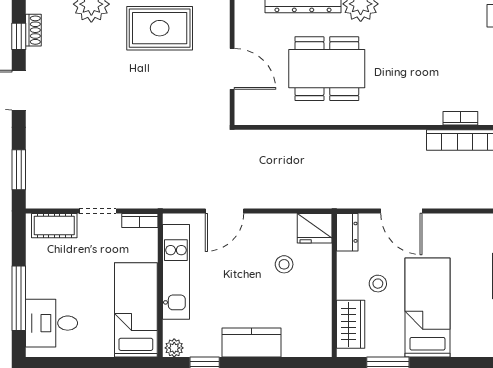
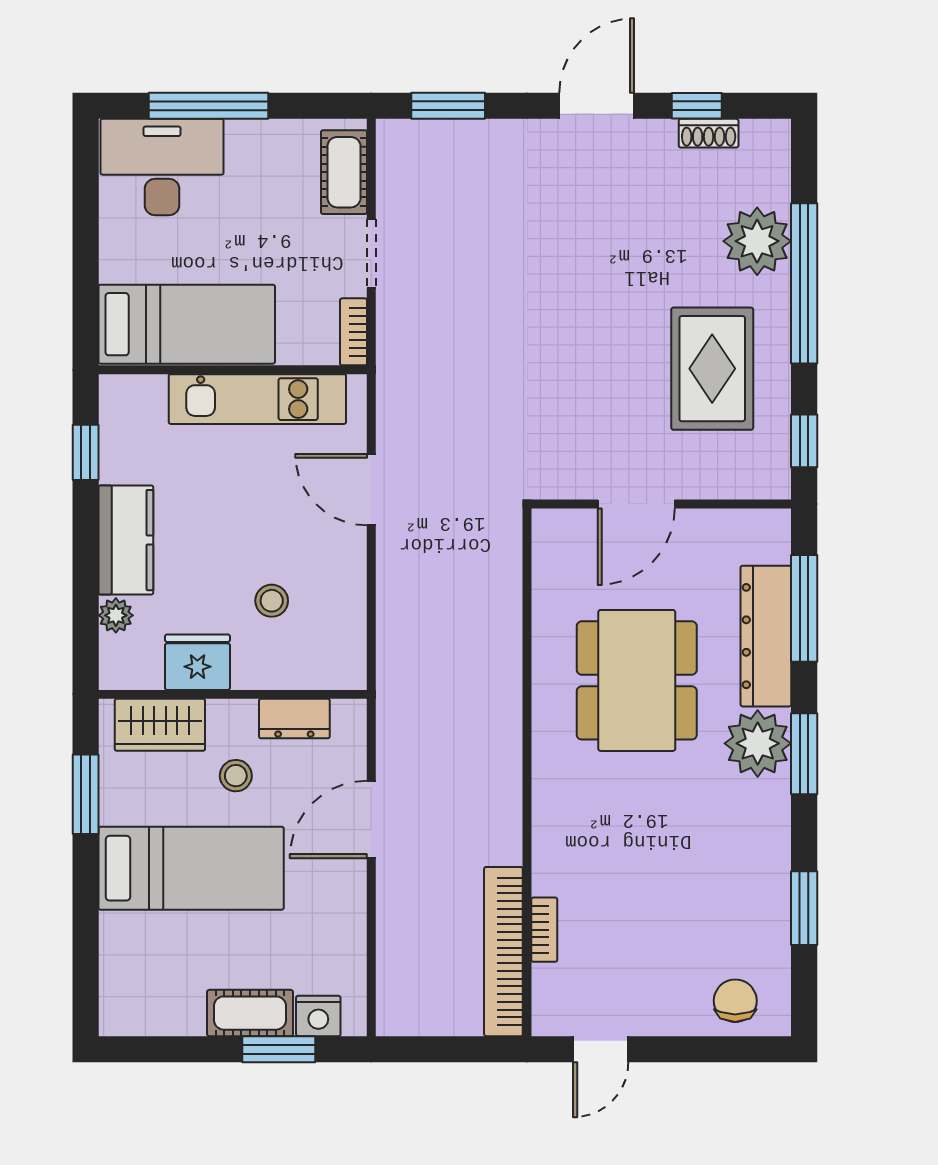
fridge: (315, 228) -> (197, 662), moved, turned 90
dresser: (347, 232) -> (294, 719), moved
desk: (52, 323) -> (162, 167), width x1.37
plant: (174, 348) -> (116, 615), moved

